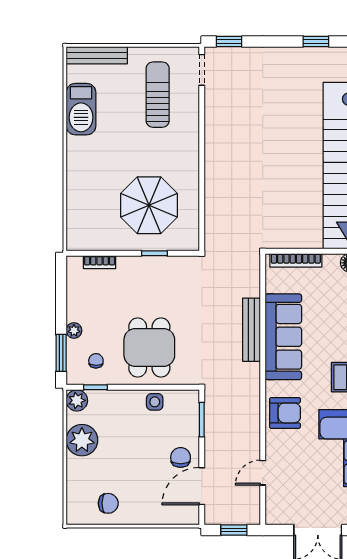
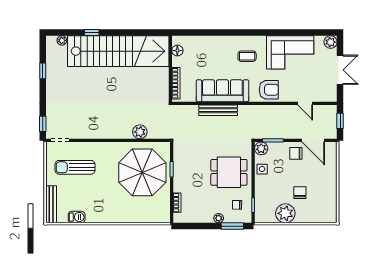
barbecue: (81, 109) -> (77, 217), width x0.53, depth x0.65
plant: (216, 201) -> (140, 132), added
parasol: (149, 205) -> (142, 172), width x1.36, depth x1.36
plant: (77, 400) -> (261, 148), moved
armchair: (285, 413) -> (269, 90), turned 90
chair: (108, 503) -> (300, 193), moved

